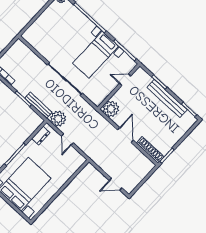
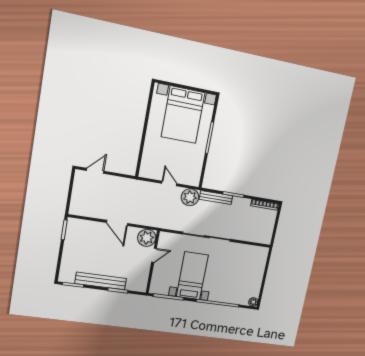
door: (125, 80) -> (154, 255), moved
dresser: (41, 136) -> (196, 171), removed
shoe rack: (150, 150) -> (84, 225), removed

